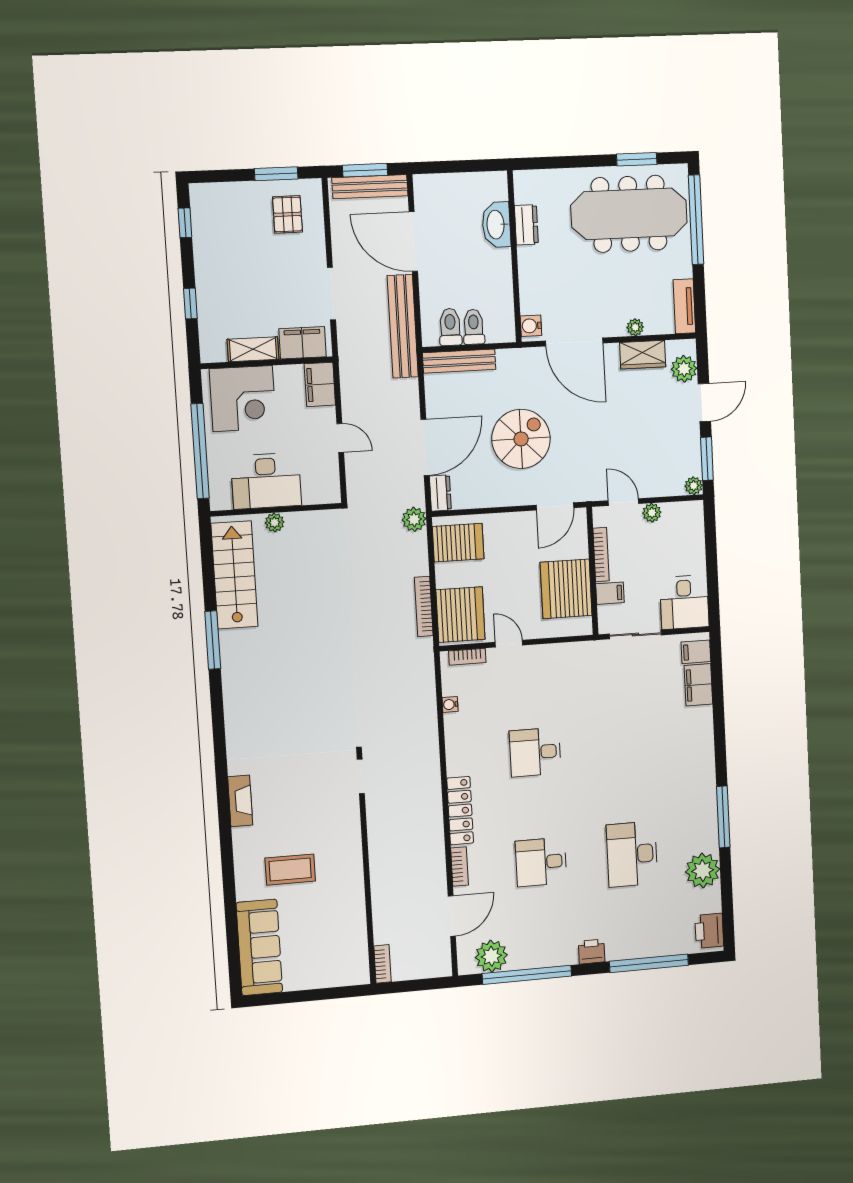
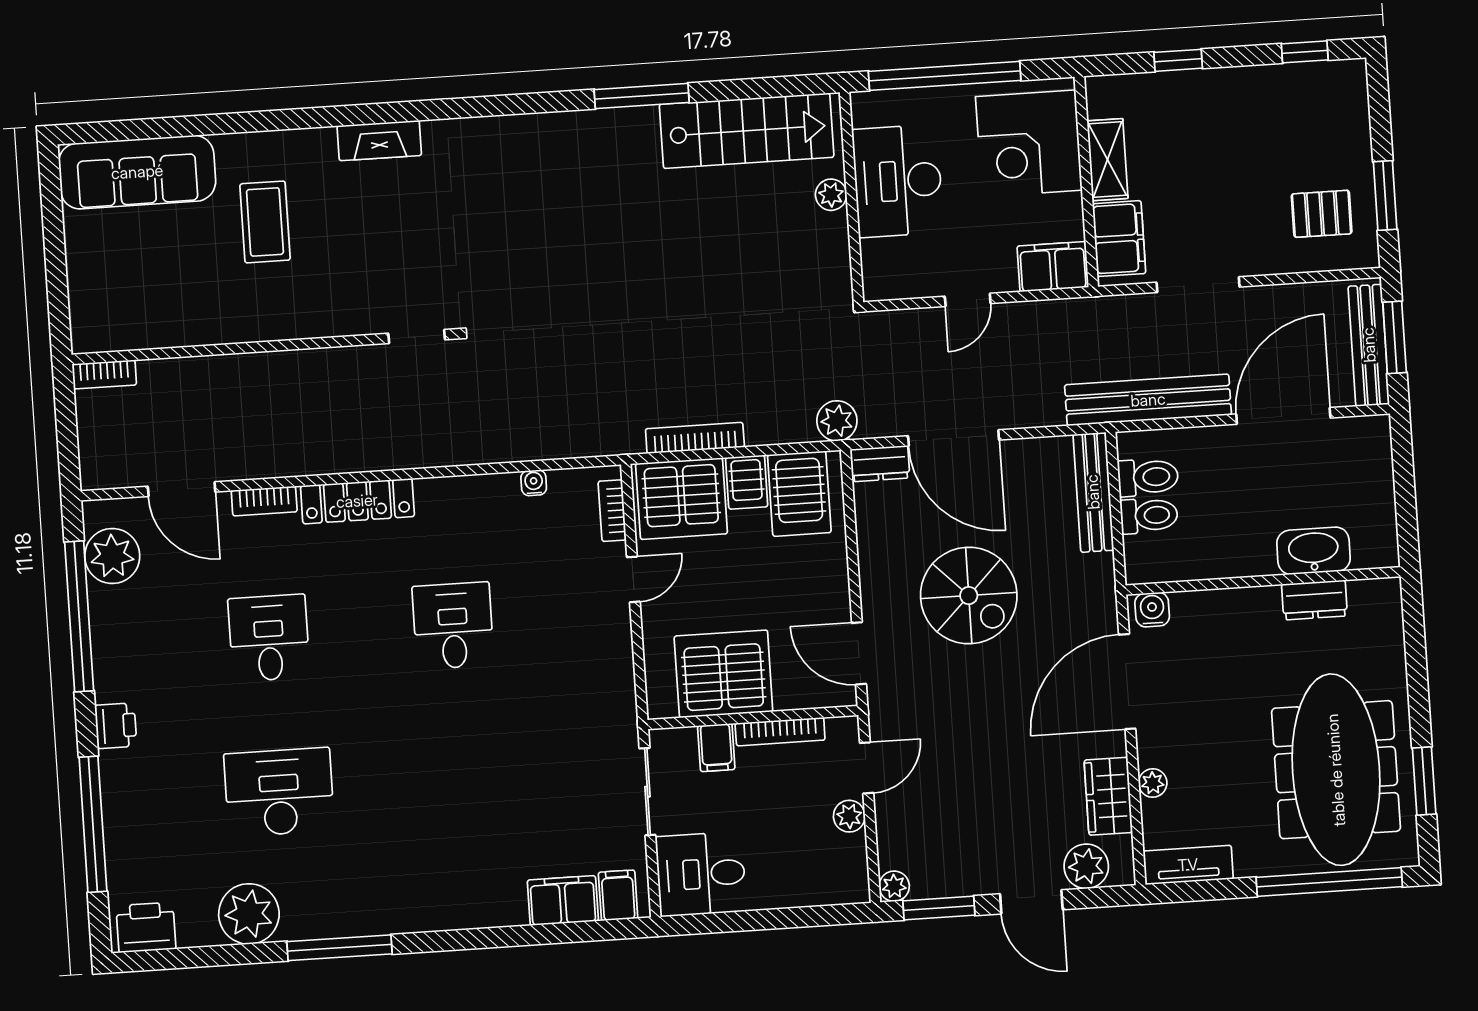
server rack: (451, 575) -> (747, 482), added

